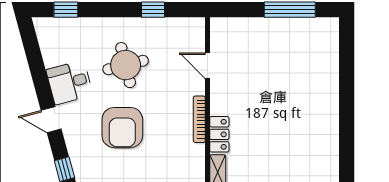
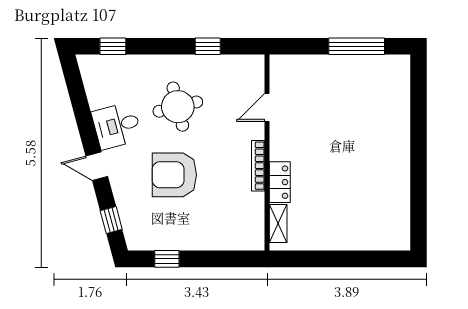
door: (207, 66) -> (267, 107), hinge flipped
armchair: (122, 128) -> (174, 175), turned 90

